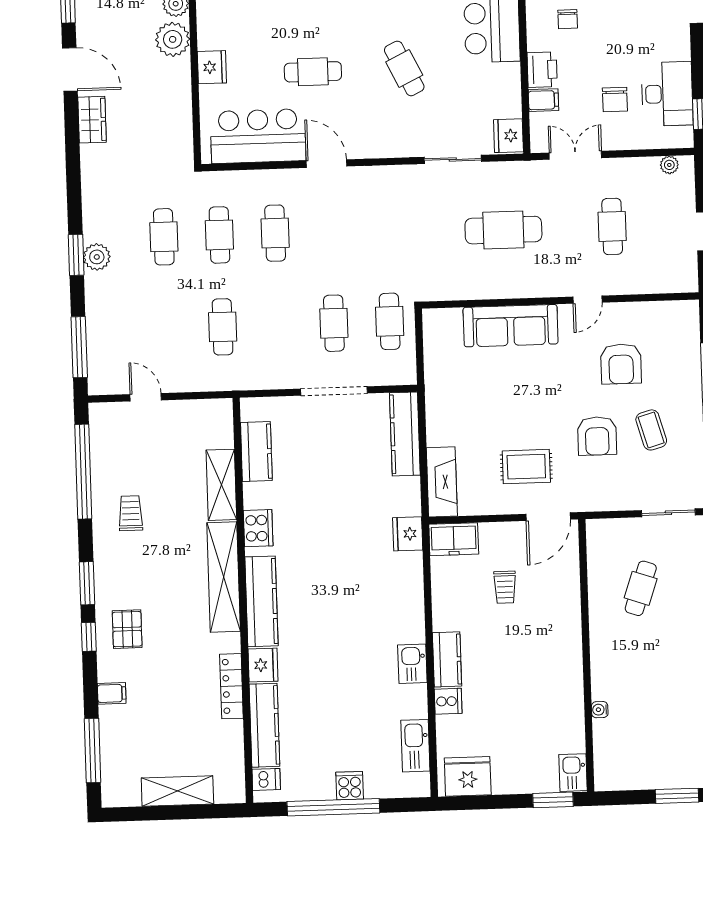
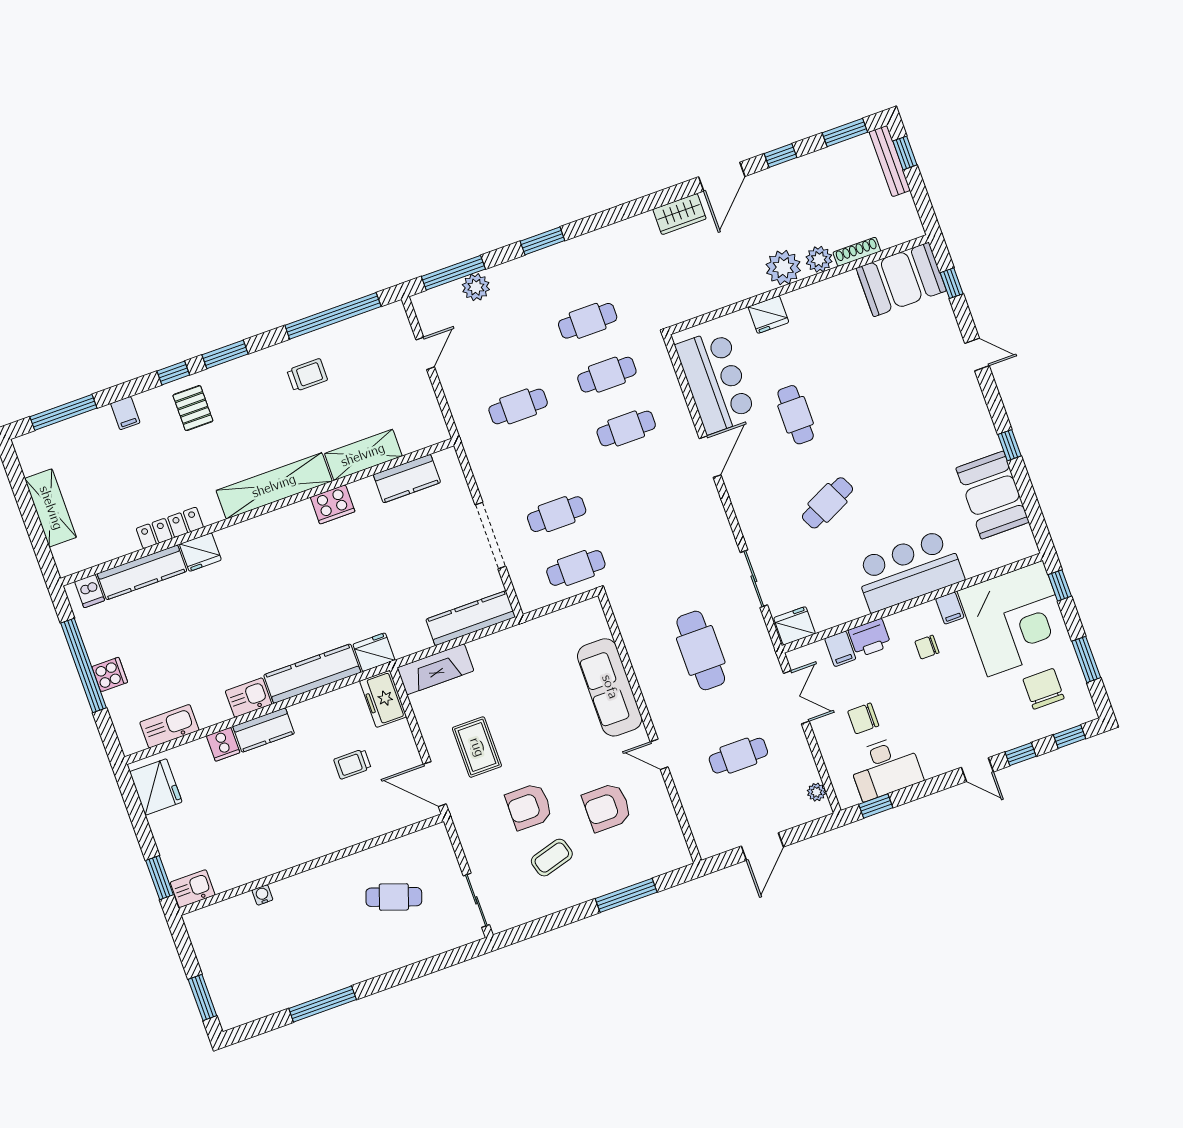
plant: (97, 257) -> (476, 287), moved
kitchen counter: (262, 601) -> (312, 674), moved, turned 180
pallet: (127, 629) -> (193, 408), turned 90

